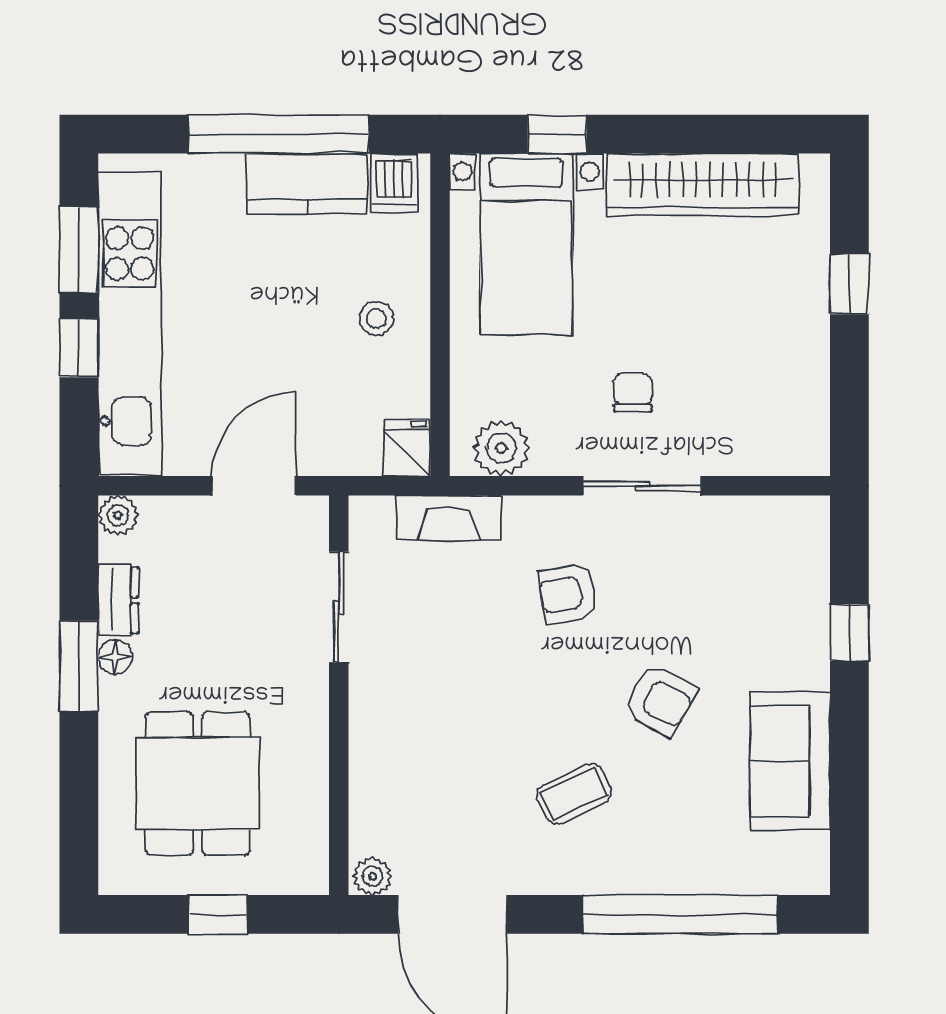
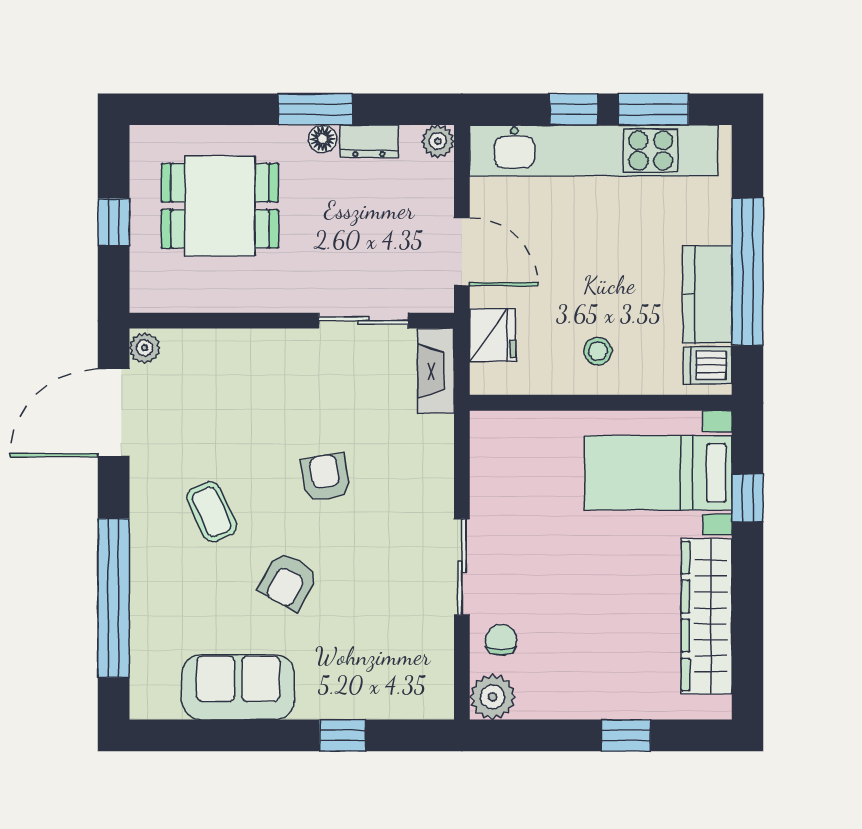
chair: (633, 393) -> (501, 640), moved, turned -90
fridge: (407, 448) -> (493, 335), moved, width x1.38
plant: (501, 448) -> (493, 697), moved
fireplace: (449, 518) -> (436, 371), moved
armchair: (568, 594) -> (325, 478), moved

